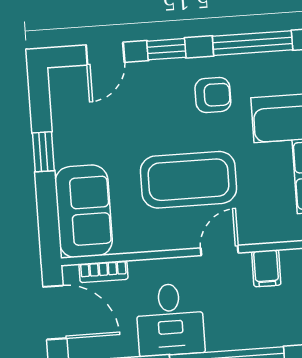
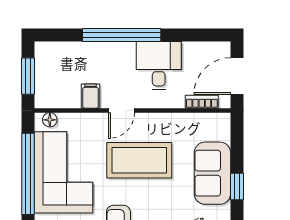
sofa: (84, 211) -> (212, 173), moved
door: (55, 312) -> (237, 76), hinge flipped

